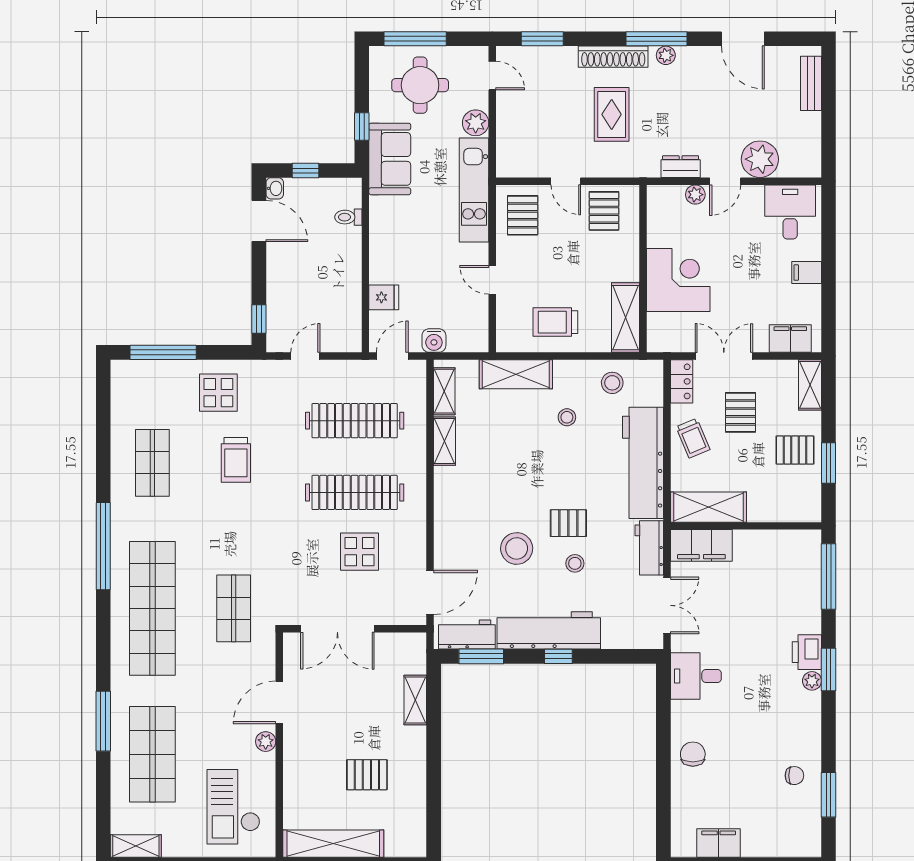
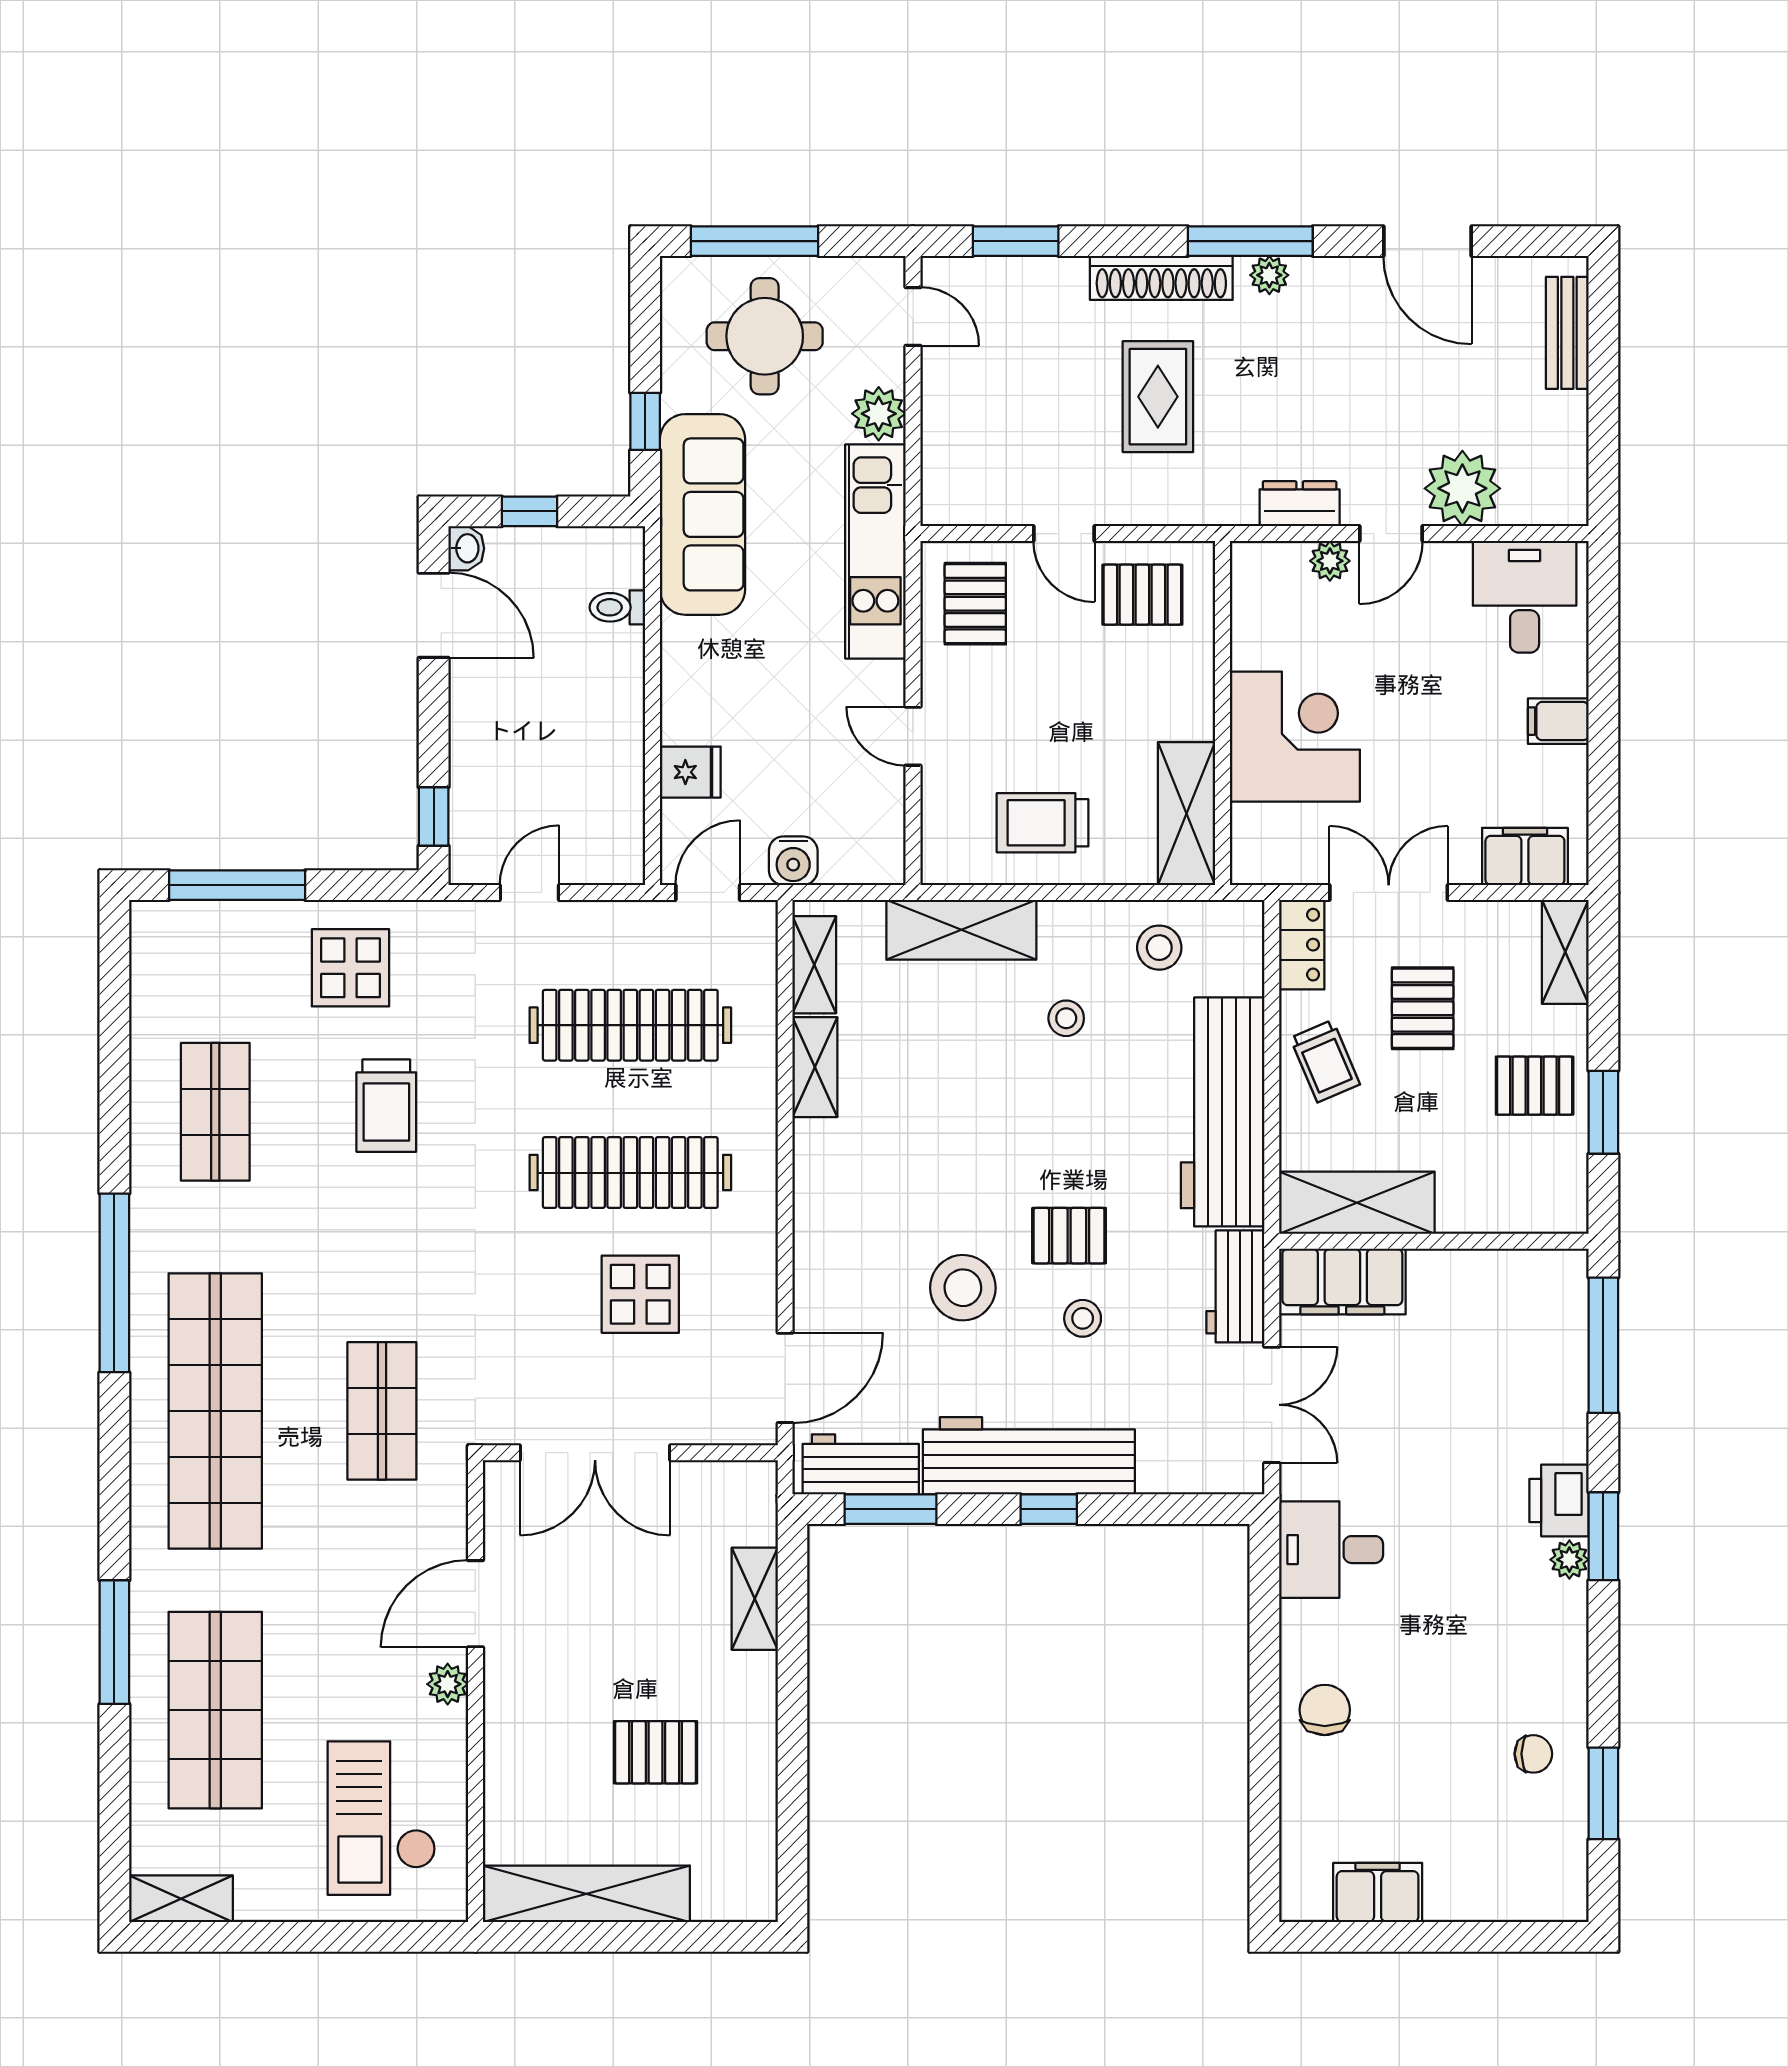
sofa: (390, 159) -> (702, 514), width x1.36
pallet: (604, 211) -> (1142, 595), turned 90

